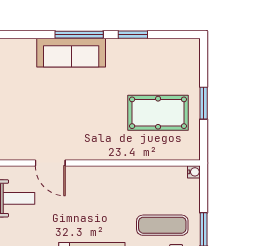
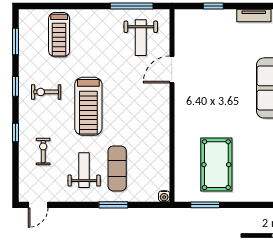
window: (204, 103) -> (205, 205), moved

